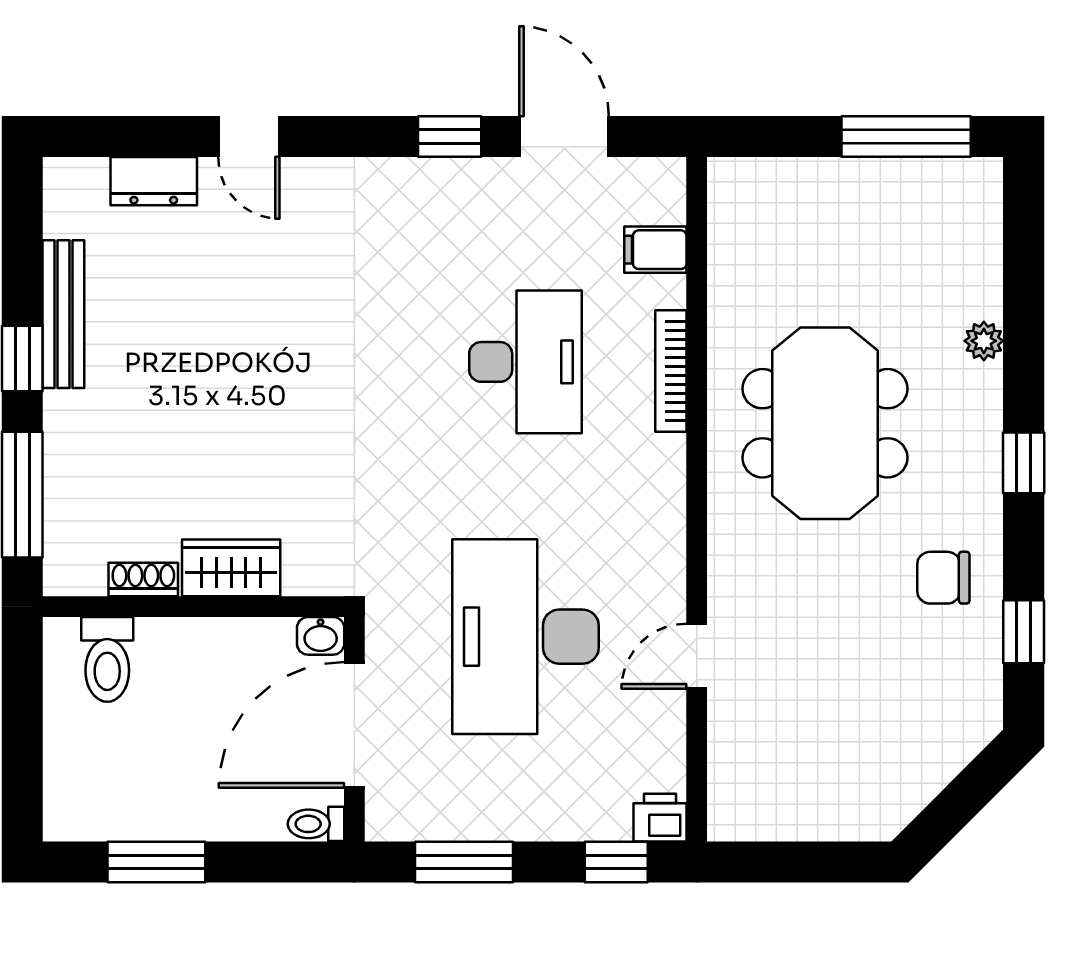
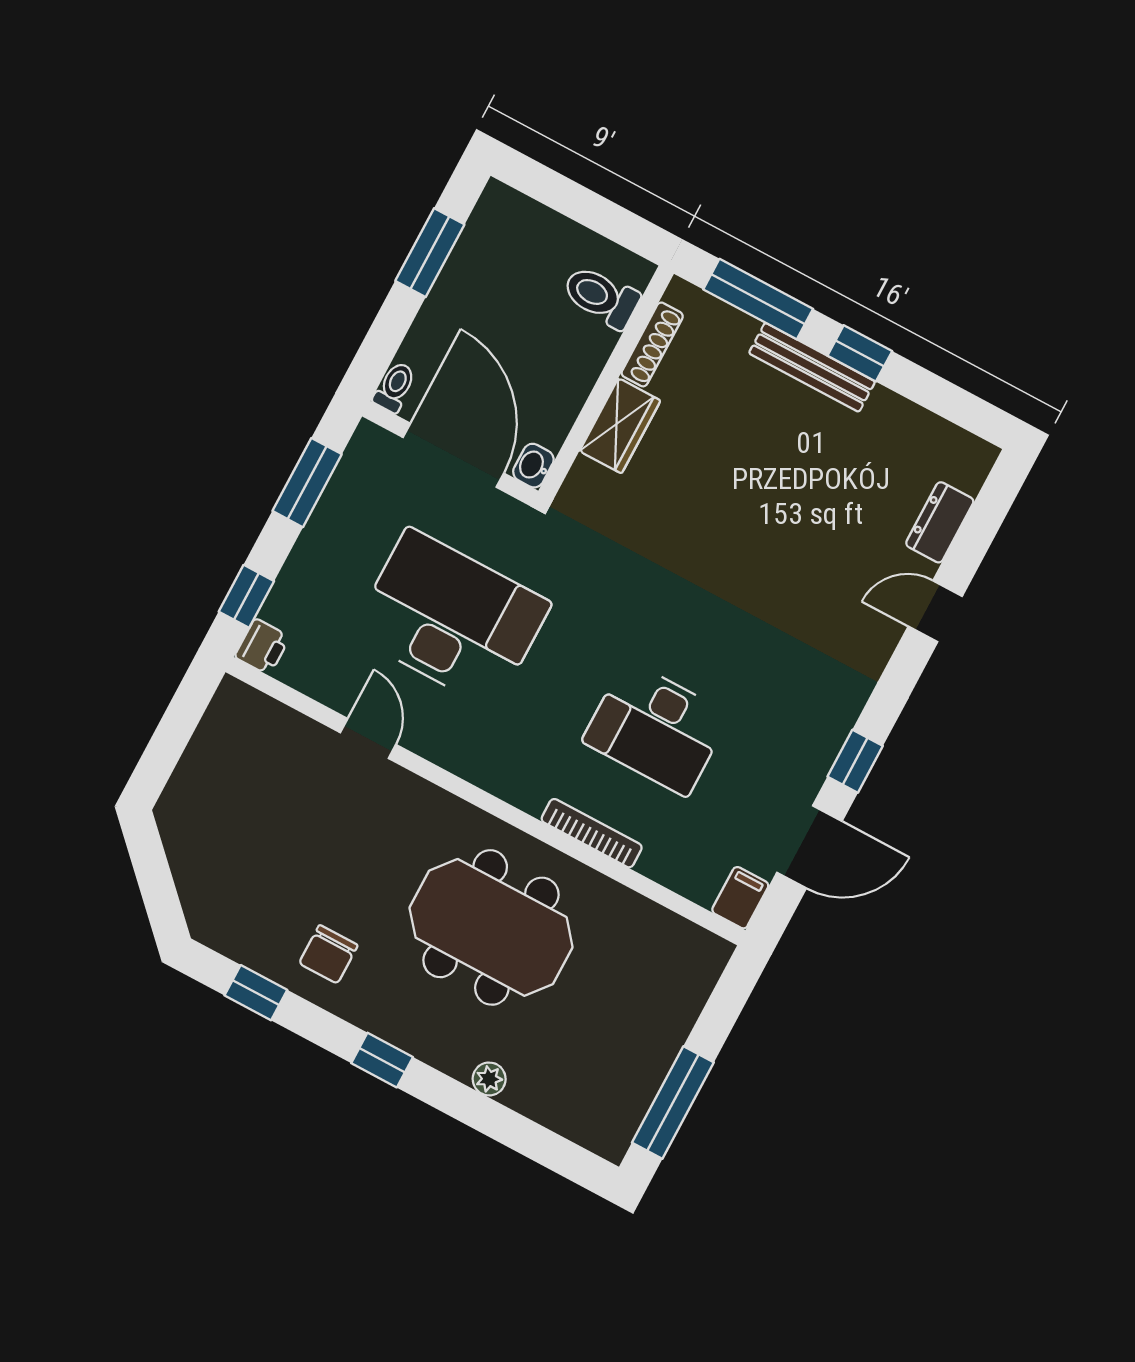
filing cabinet: (655, 250) -> (740, 898), moved
bench: (63, 314) -> (812, 367), moved
chair: (943, 578) -> (328, 954), turned 180
shoe rack: (143, 580) -> (652, 344), width x1.43

